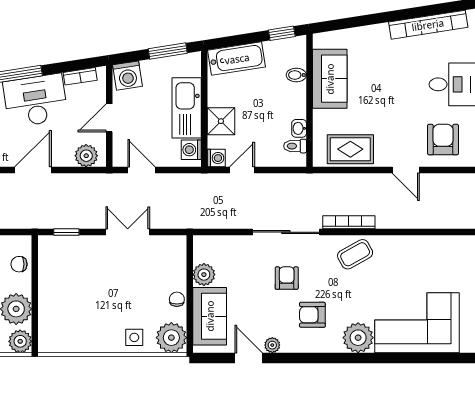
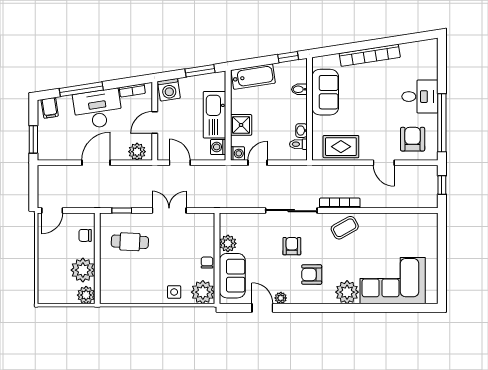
bookcase: (428, 25) -> (370, 55), moved
cafe table: (77, 272) -> (130, 242), added

